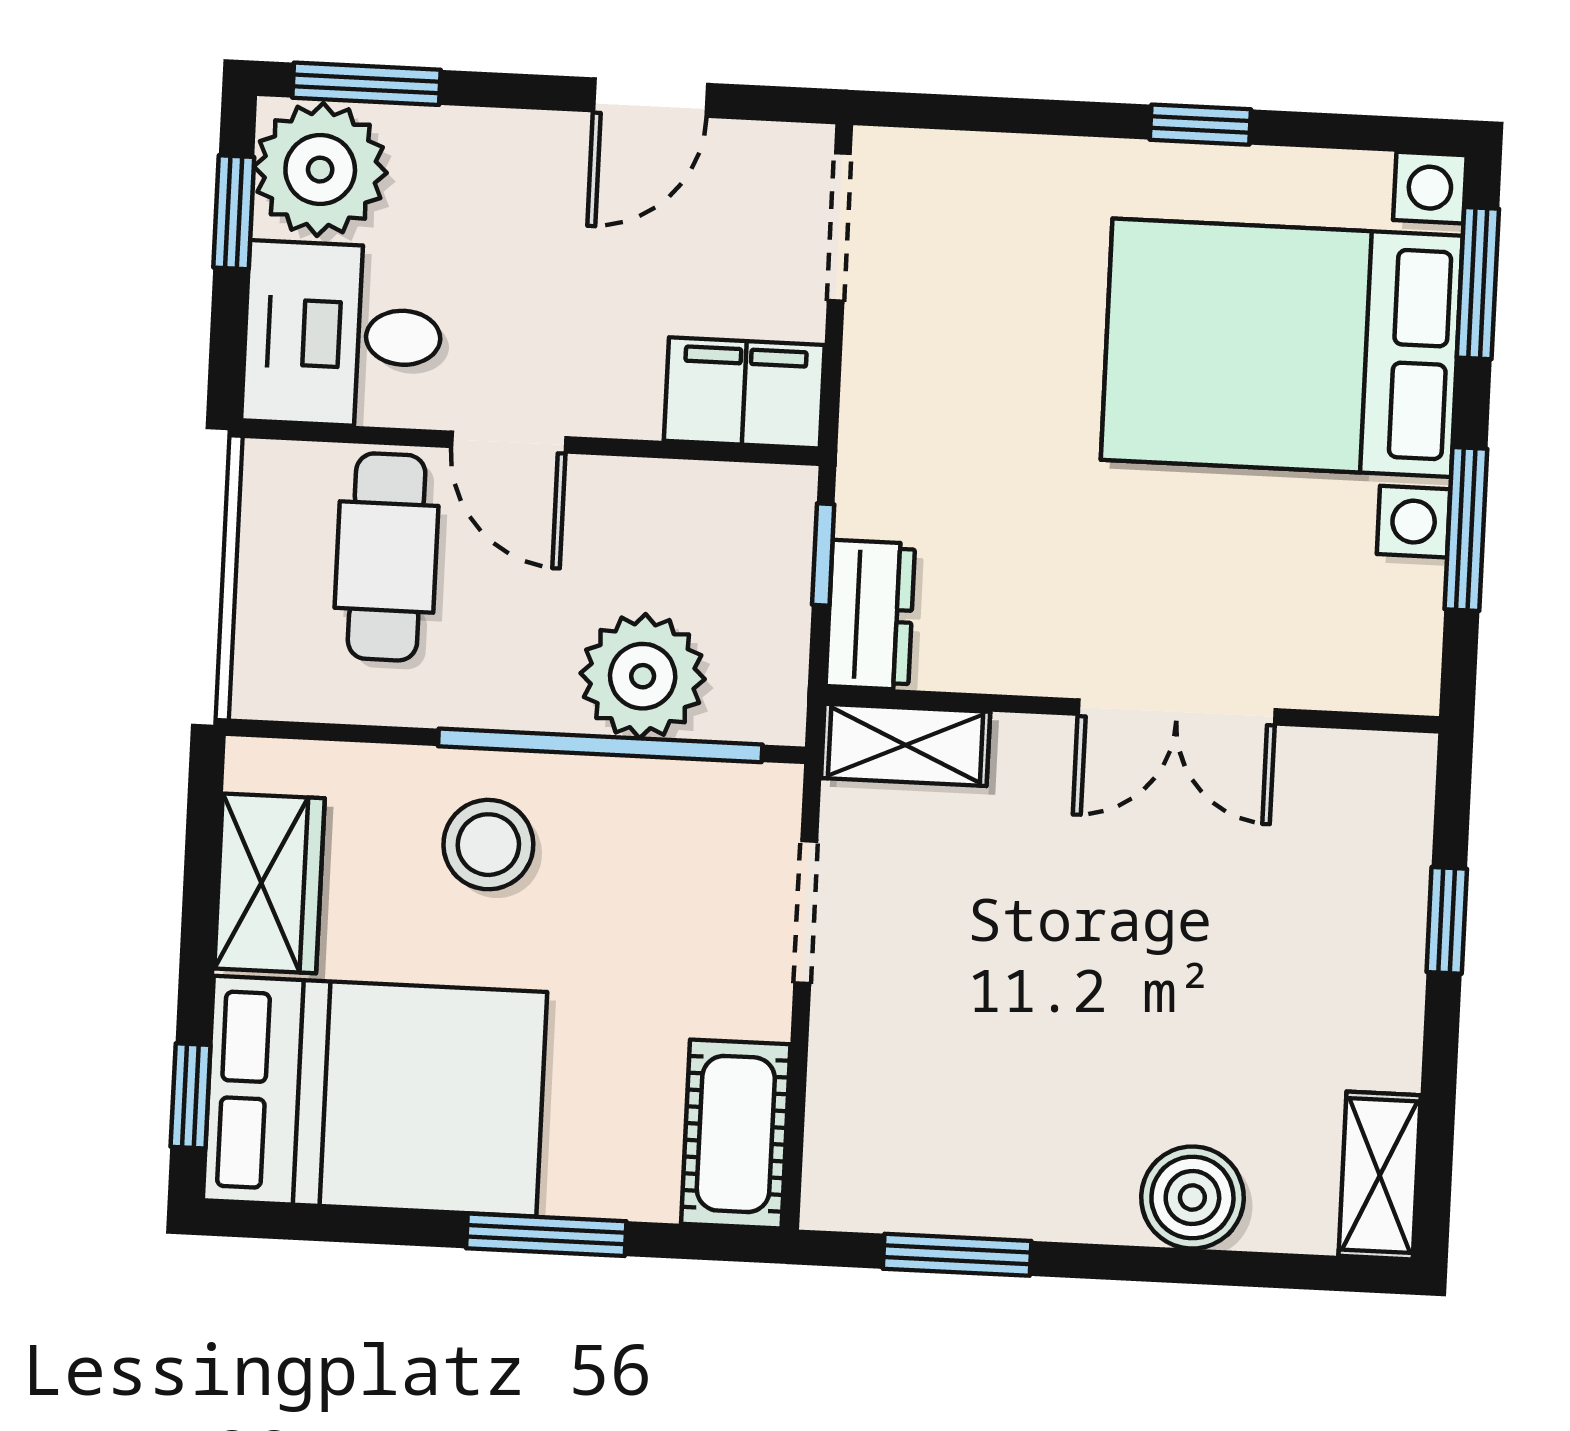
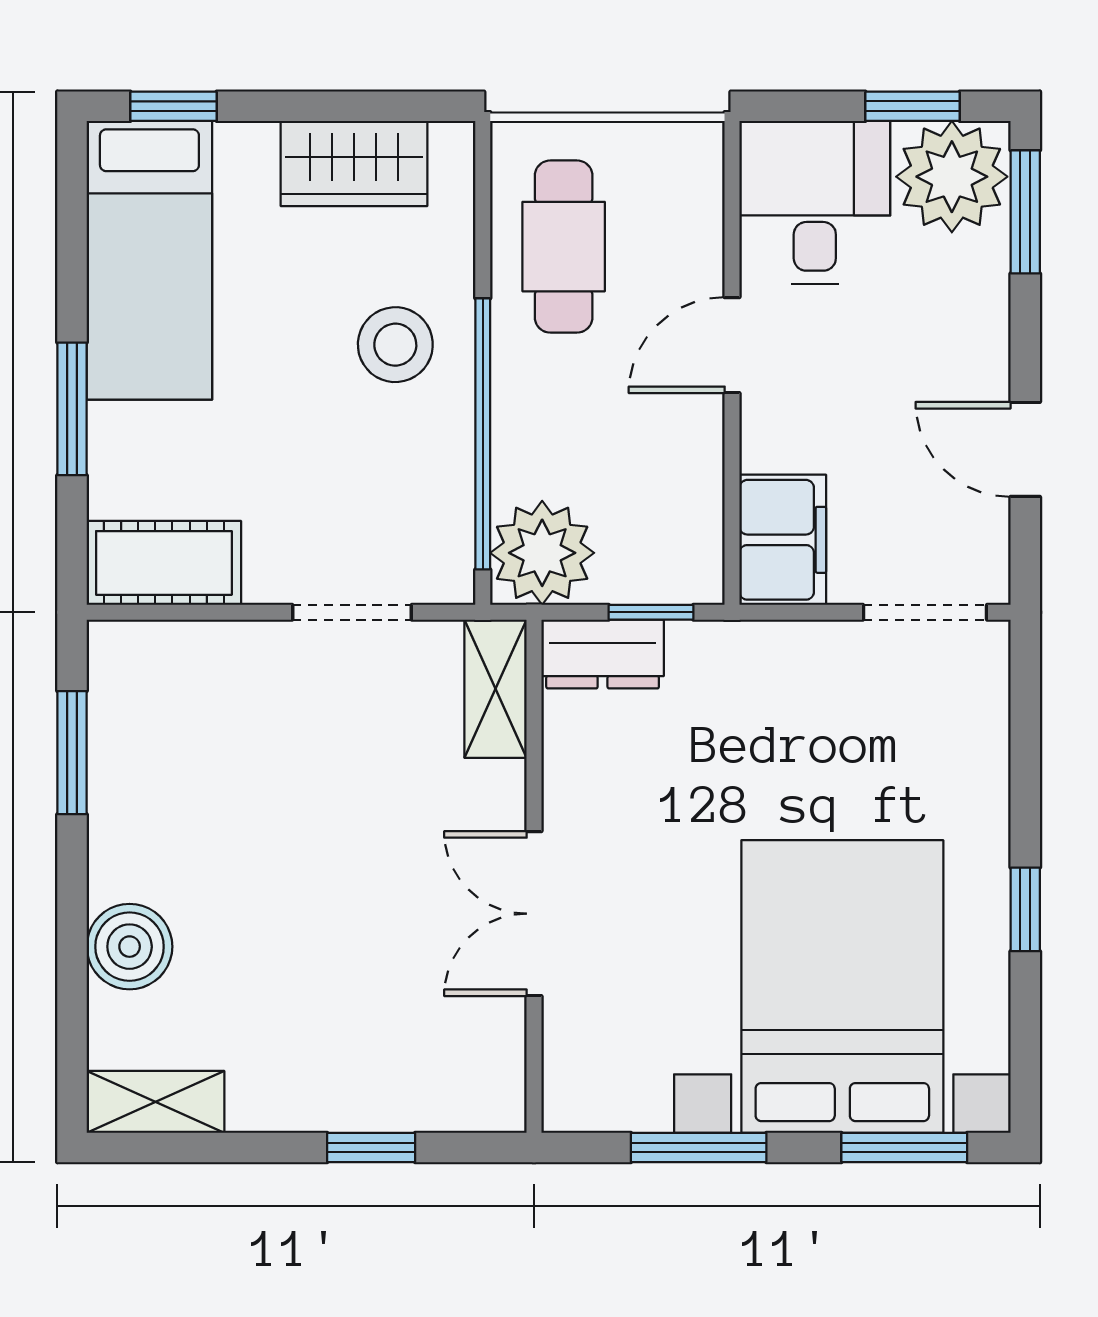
cafe table: (387, 557) -> (564, 247), moved, turned 90
plant: (643, 676) -> (542, 553), moved
bed: (375, 1096) -> (149, 260), width x0.67

